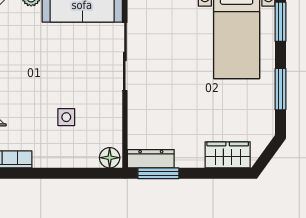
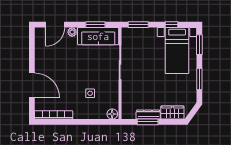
dresser: (151, 159) -> (148, 115), moved
window: (158, 173) -> (148, 122), moved

